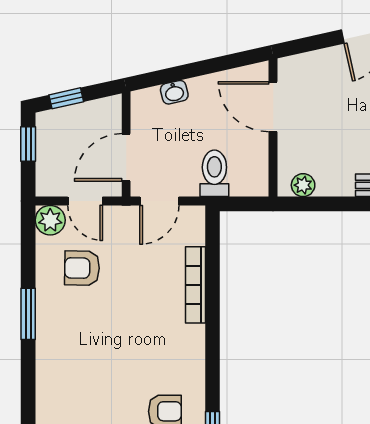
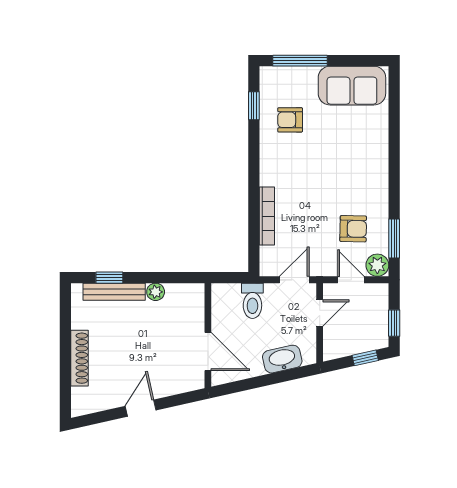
washbasin: (174, 92) -> (282, 359), width x1.91, depth x1.45
door: (126, 157) -> (320, 313), width x0.73
plant: (303, 185) -> (156, 292), moved
window: (28, 314) -> (394, 239), moved

